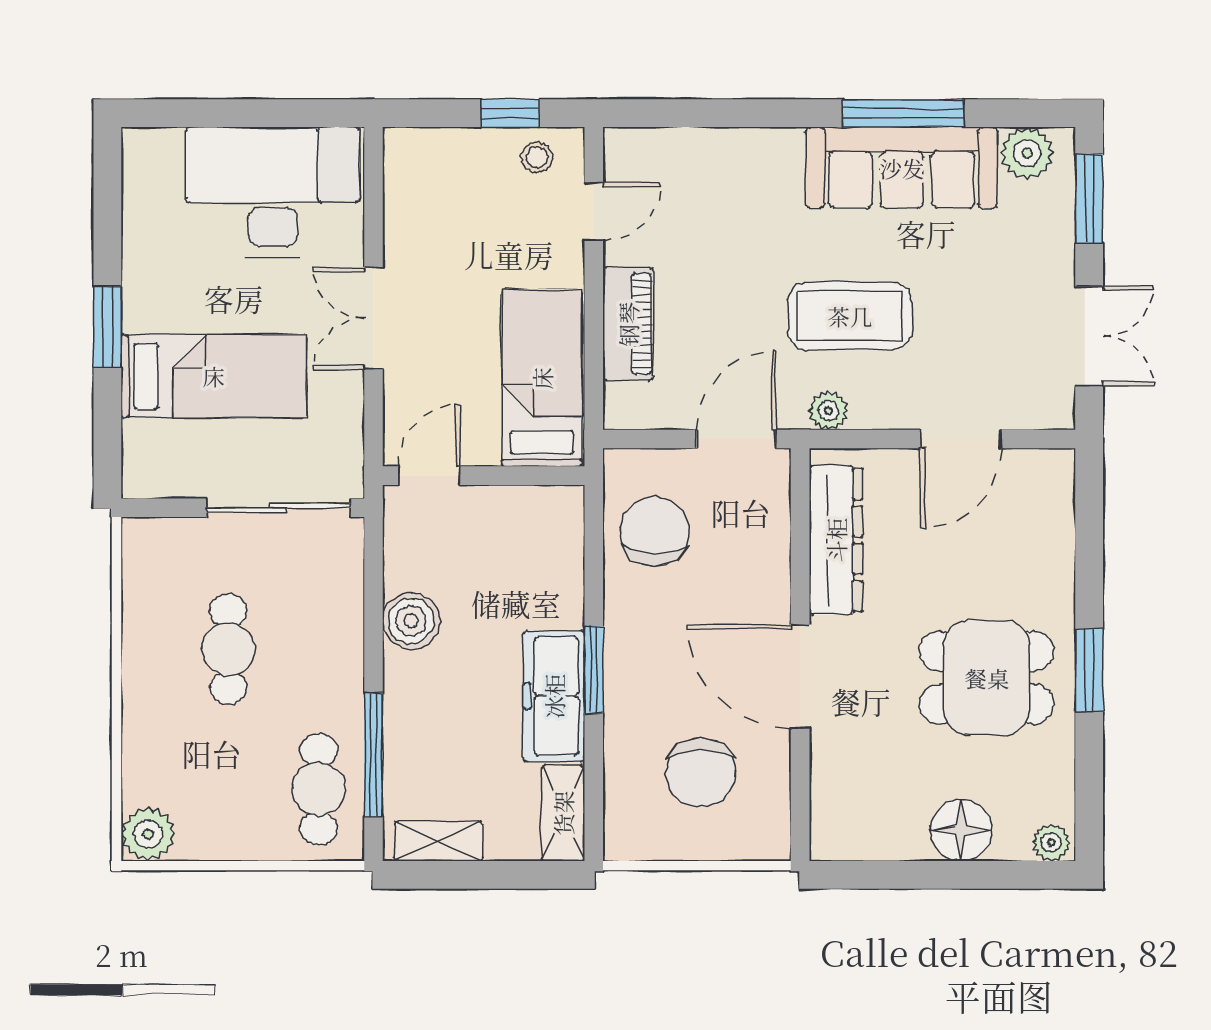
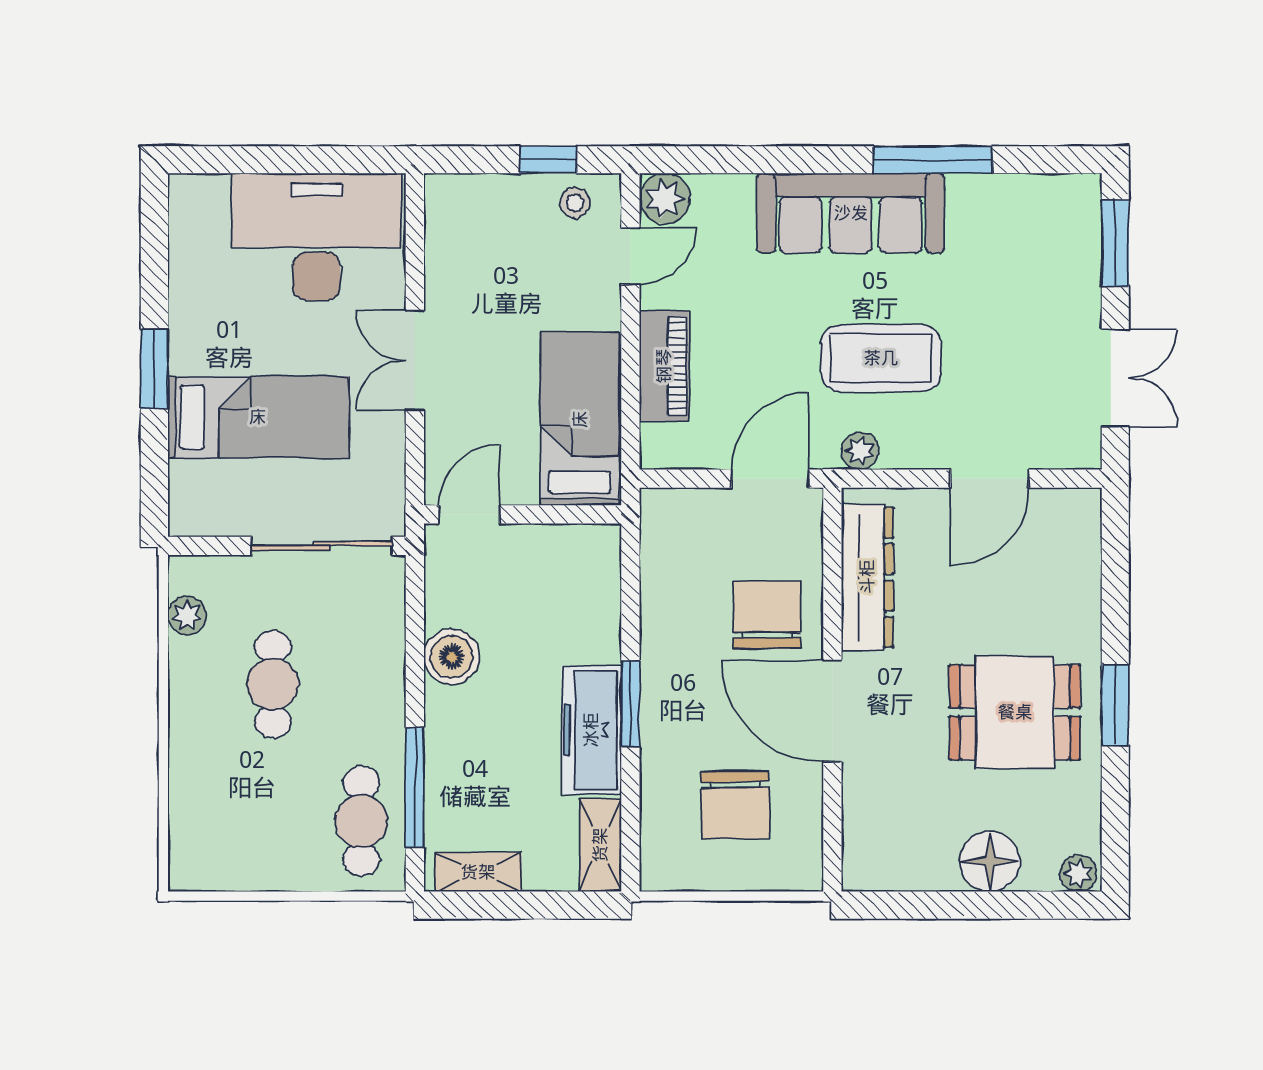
plant: (1027, 153) -> (665, 199), moved
sofa: (902, 168) -> (851, 213), moved
chair: (655, 532) -> (767, 615), moved
plant: (148, 834) -> (187, 616), moved, width x0.73, depth x0.73

